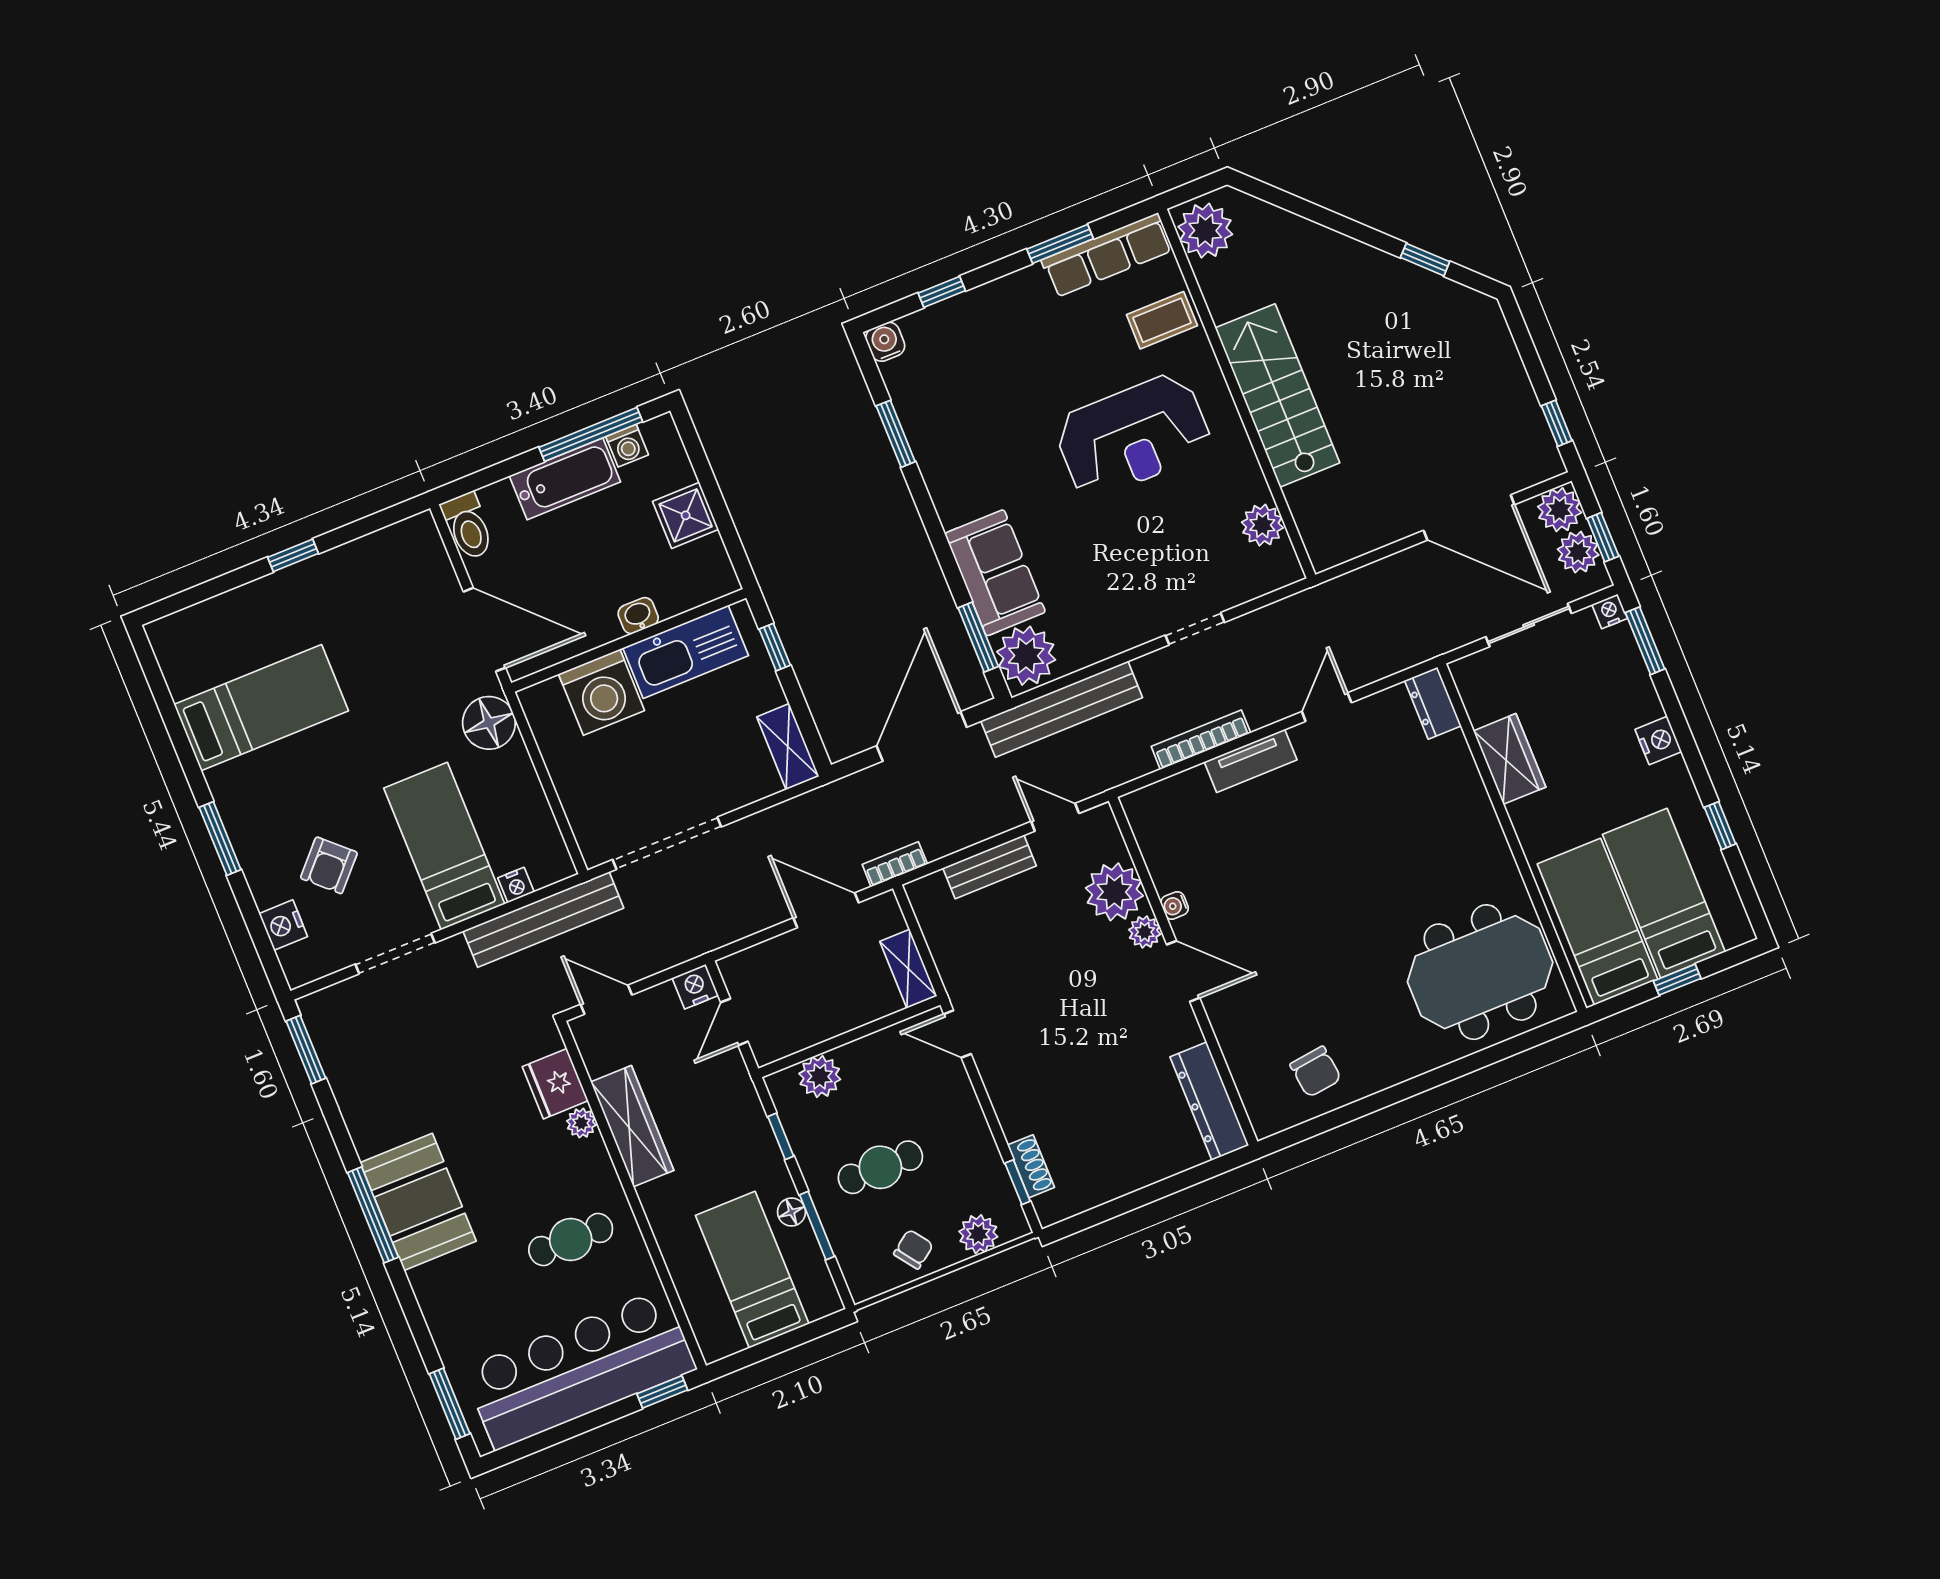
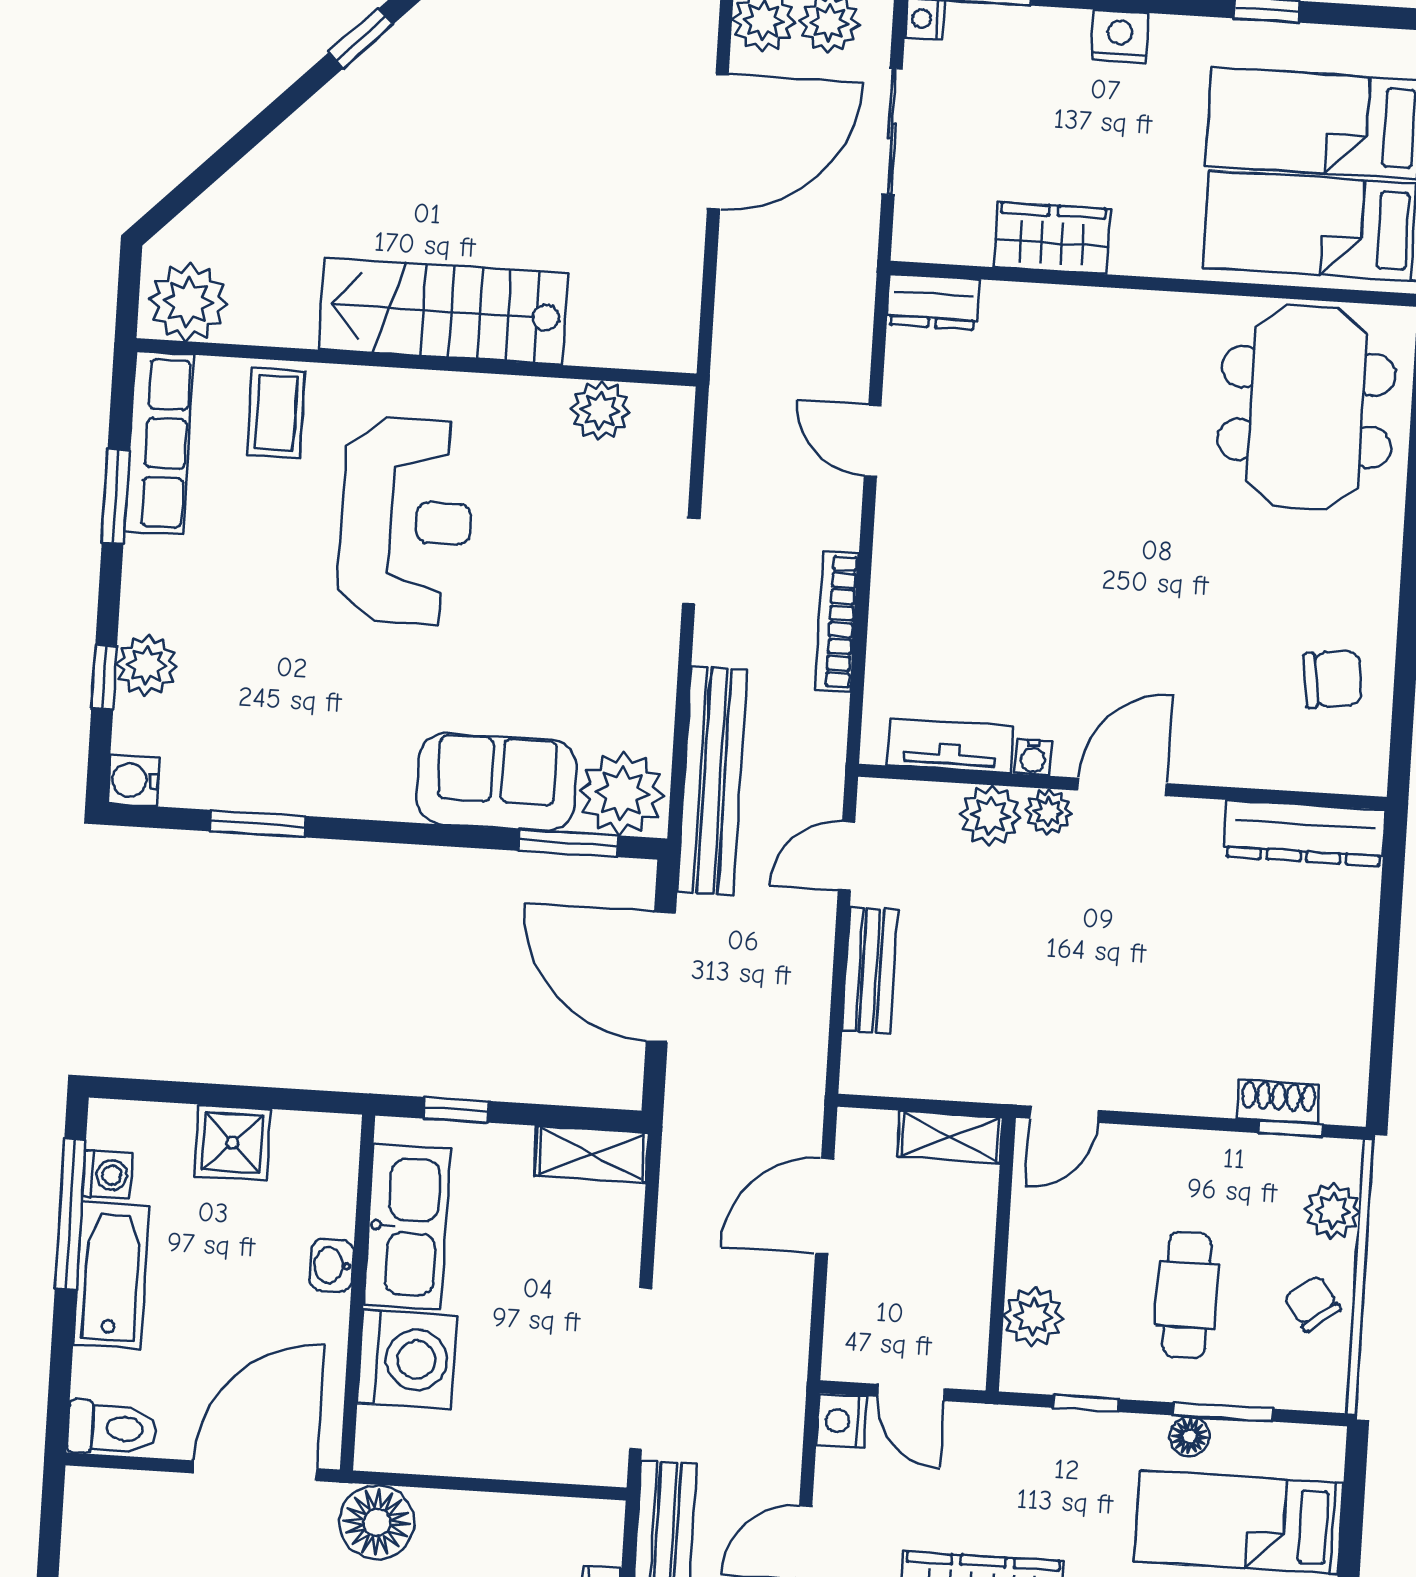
plant: (962, 315) -> (147, 665), added
tv unit: (1251, 761) -> (950, 746), moved, turned -90
bookcase: (895, 864) -> (808, 1090), removed
plant: (1114, 892) -> (990, 816), width x0.73, depth x0.73

